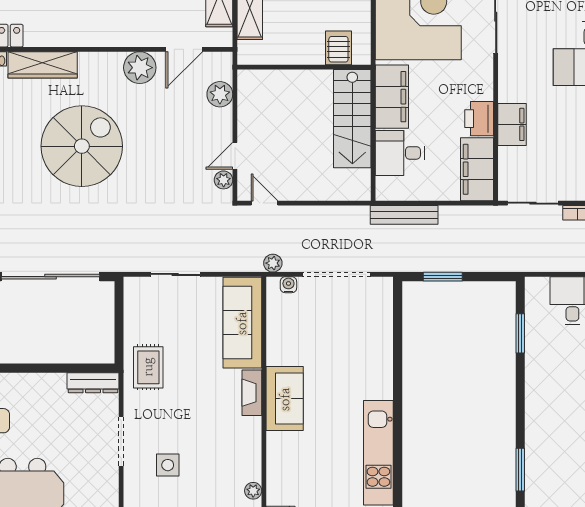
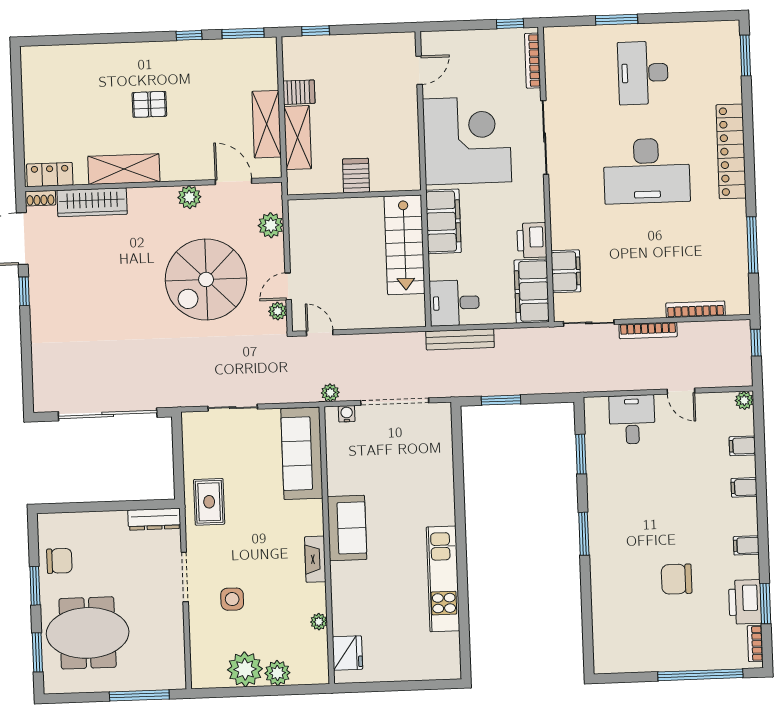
shelving: (76, 33) -> (124, 169), added
server rack: (338, 48) -> (356, 176), moved
door: (184, 49) -> (233, 181), swing flipped
plant: (140, 68) -> (189, 197), width x0.73, depth x0.73
filing cabinet: (512, 124) -> (566, 271), moved
spiral stairs: (82, 146) -> (206, 279), moved, turned 180
desk: (400, 153) -> (454, 303), moved
fireplace: (252, 393) -> (315, 559), moved
window: (520, 470) -> (584, 534), moved

